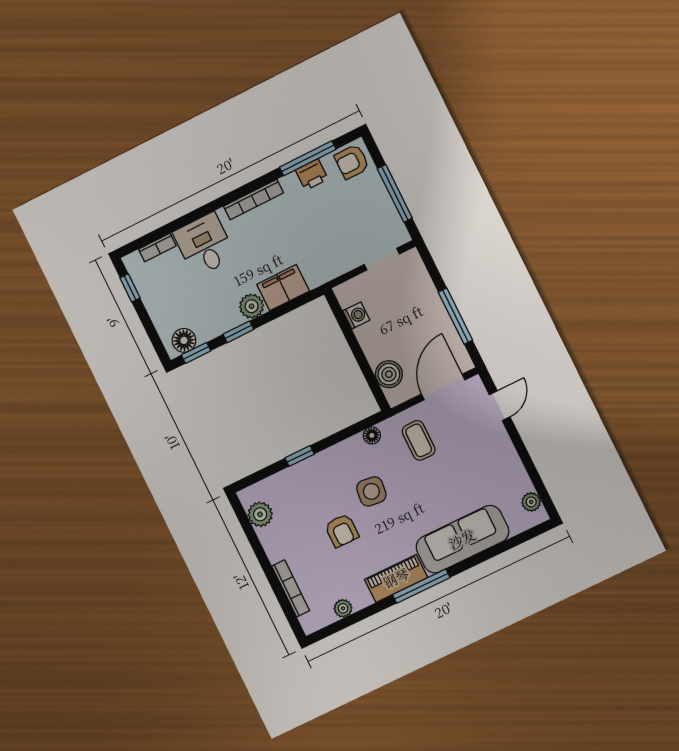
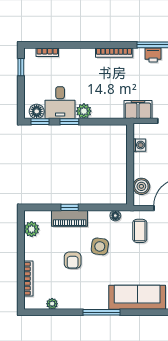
desk: (204, 245) -> (60, 103), moved, turned 180
filing cabinet: (283, 288) -> (138, 110), moved
piano: (396, 578) -> (70, 218), moved, turned 180

